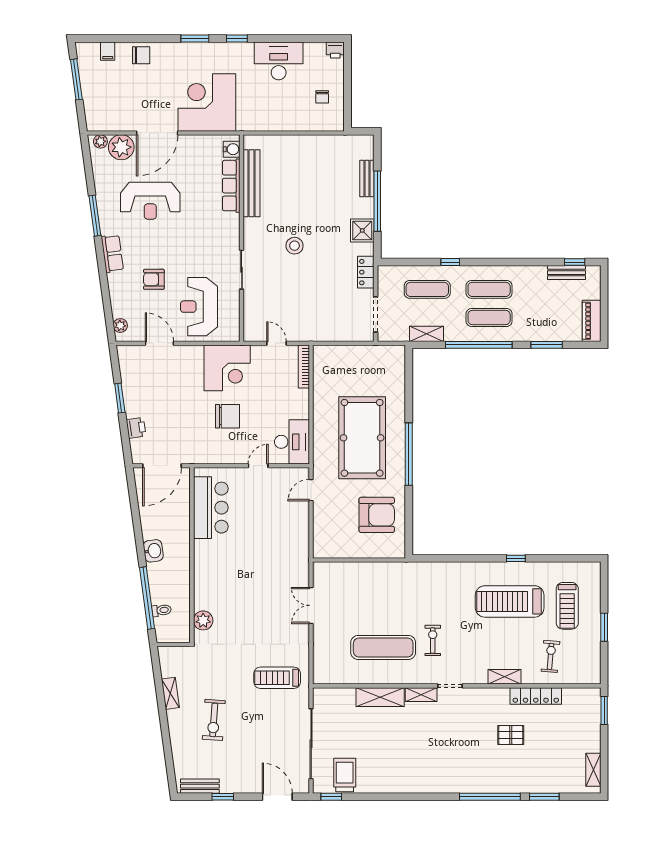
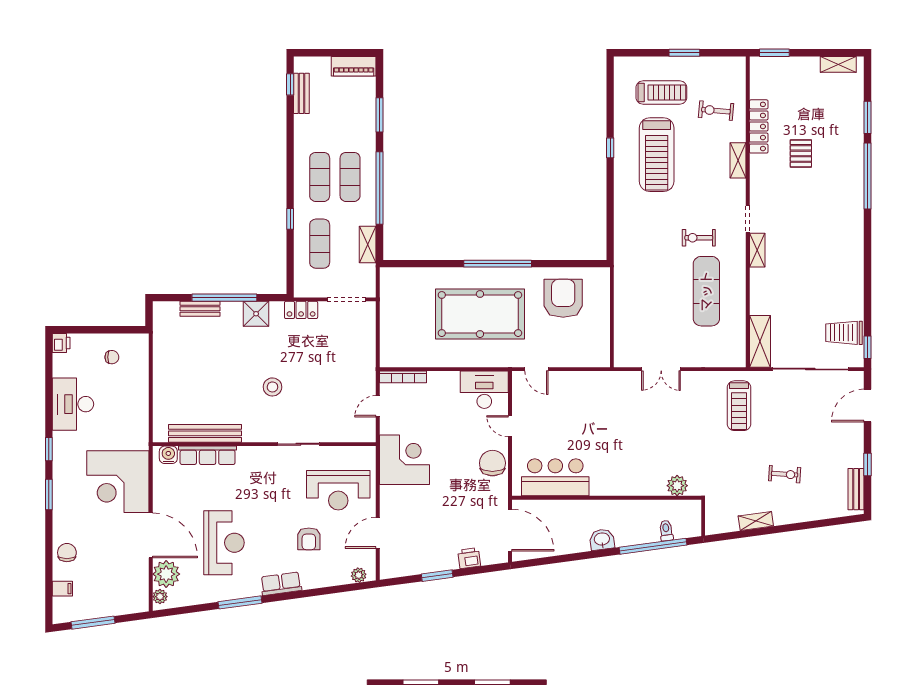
chair: (227, 416) -> (492, 463), moved
shelving: (380, 697) -> (760, 341), moved
exercise bike: (214, 720) -> (785, 474), width x0.73, depth x0.72

